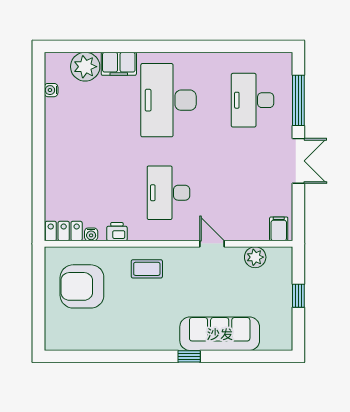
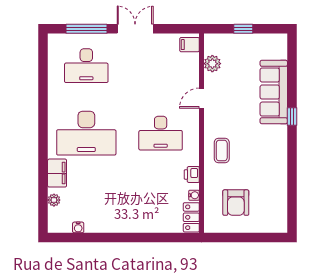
plant: (85, 67) -> (54, 200), width x0.53, depth x0.53
armchair: (82, 286) -> (236, 203), width x0.73, depth x0.73

